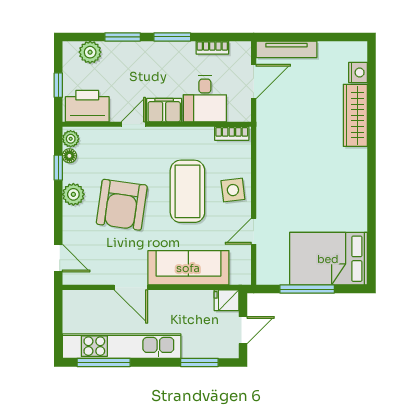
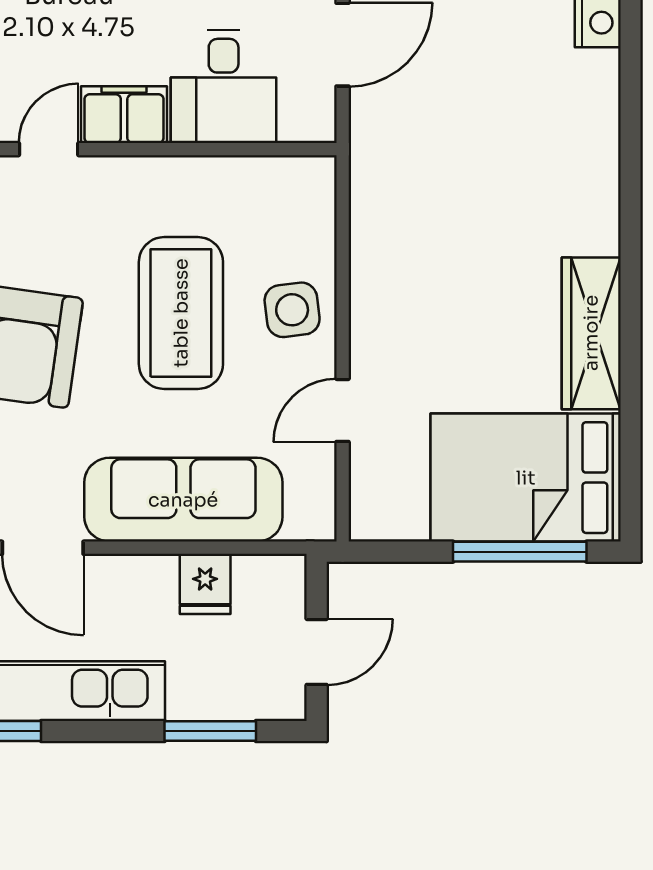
wardrobe: (355, 115) -> (591, 333), moved
bookcase: (232, 134) -> (289, 172), removed
window: (307, 289) -> (520, 552), moved
fridge: (227, 300) -> (205, 584), moved, turned -90

